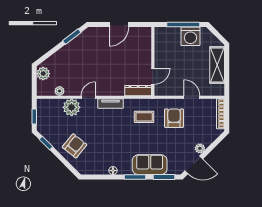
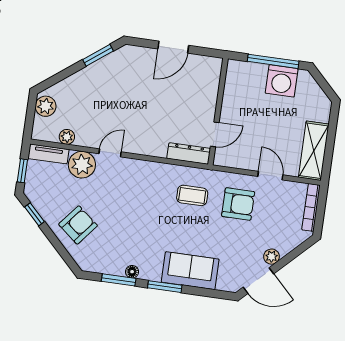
shelving: (217, 65) -> (314, 151), moved
tv unit: (111, 104) -> (48, 154), moved
armchair: (174, 118) -> (238, 204), turned 90
window: (164, 177) -> (119, 280), moved

